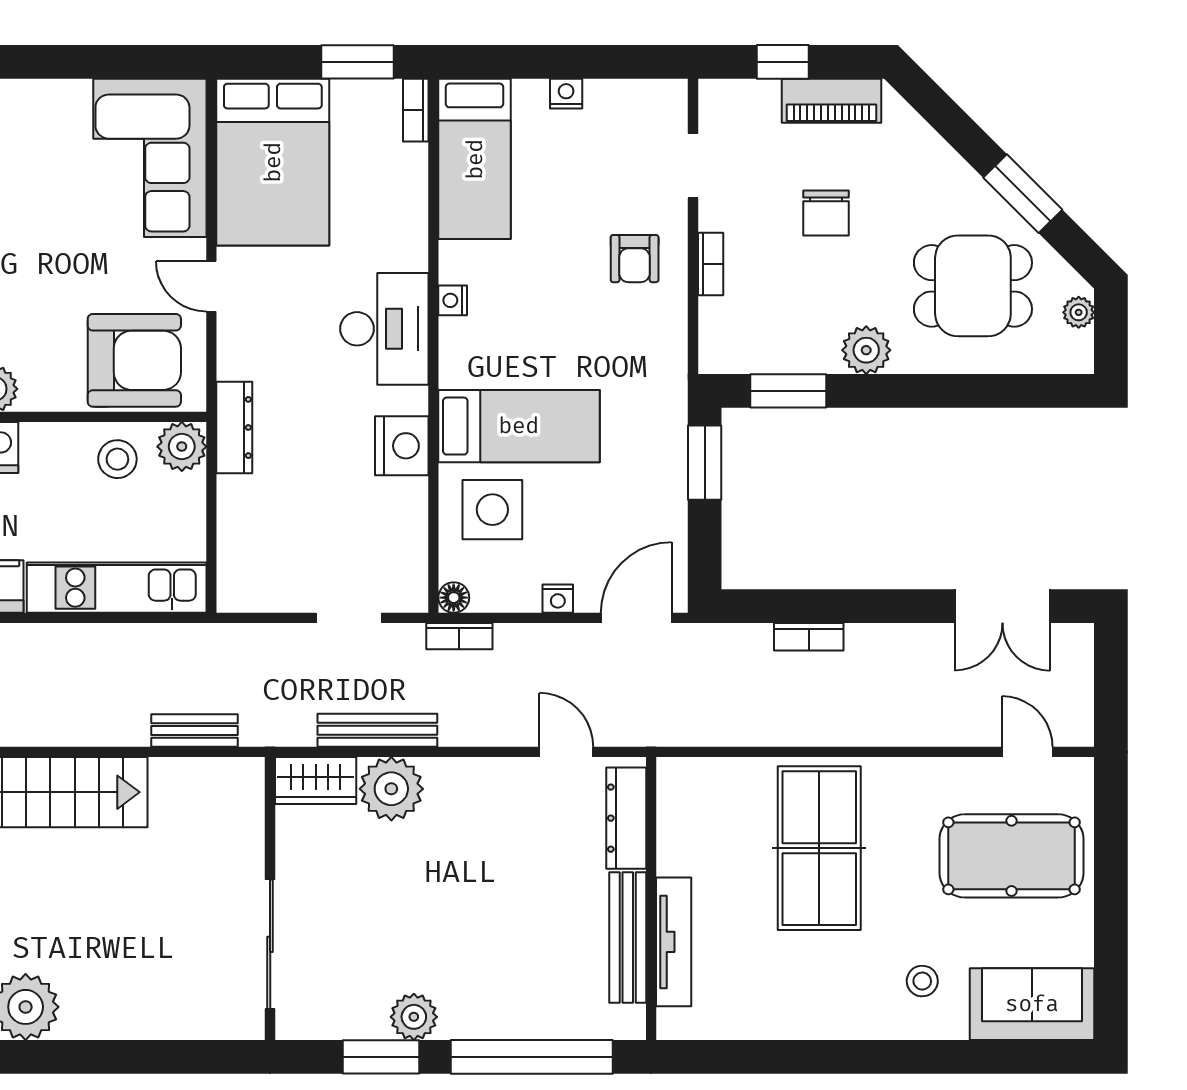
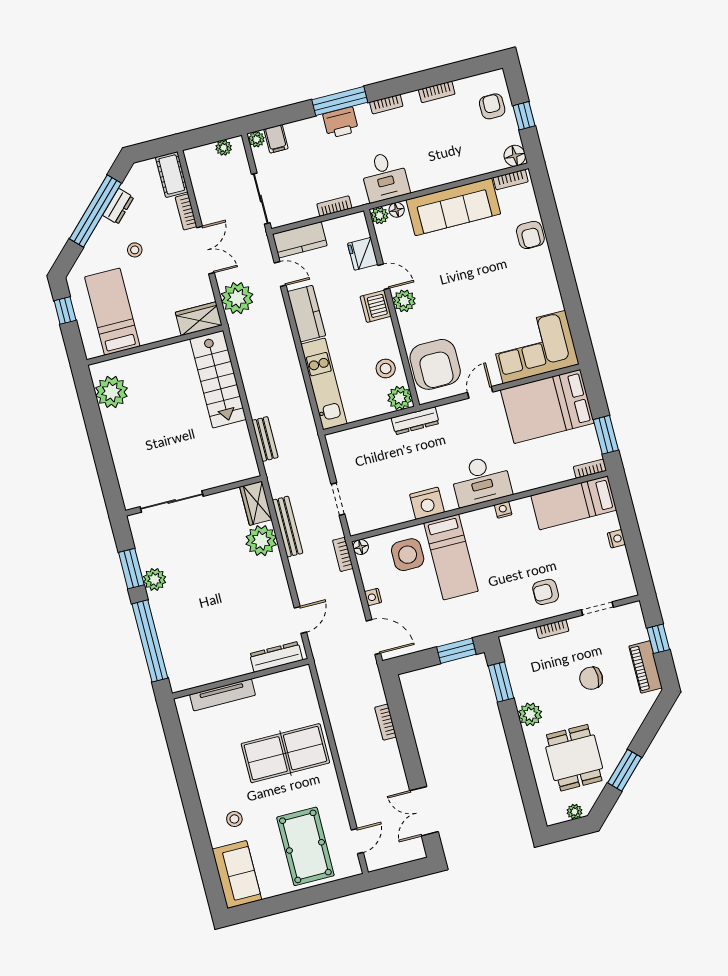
bench: (628, 938) -> (219, 672), removed

